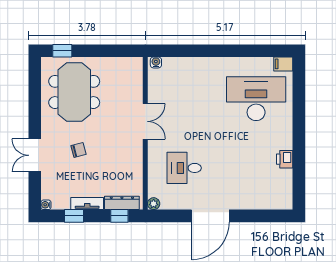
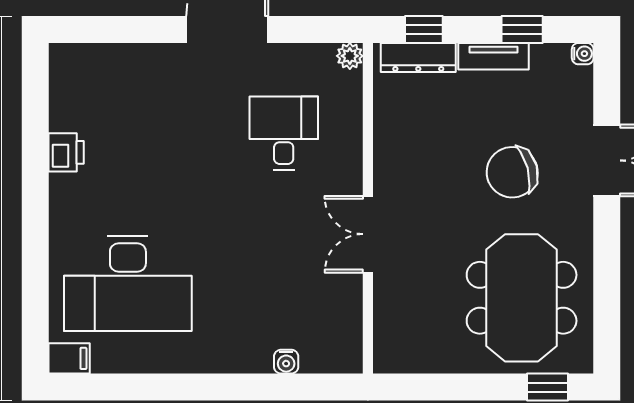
water cooler: (156, 62) -> (286, 362), moved
chair: (79, 150) -> (512, 172), width x1.87, depth x1.87
desk: (184, 168) -> (284, 133), turned -90

